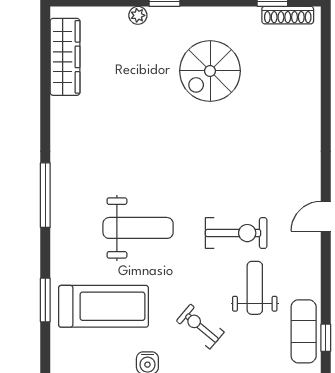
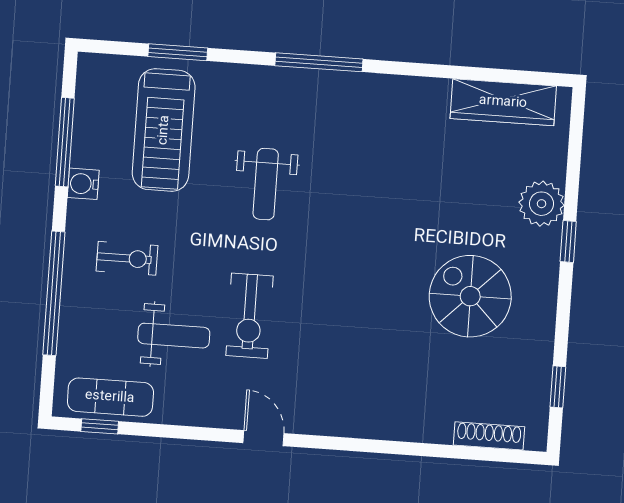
plant: (138, 15) -> (542, 204), width x1.87, depth x1.87
shoe rack: (288, 15) -> (489, 436), moved, turned 90
weight bench: (138, 228) -> (266, 184), width x0.73, depth x0.75
exercise bike: (200, 327) -> (127, 258), turned 50

